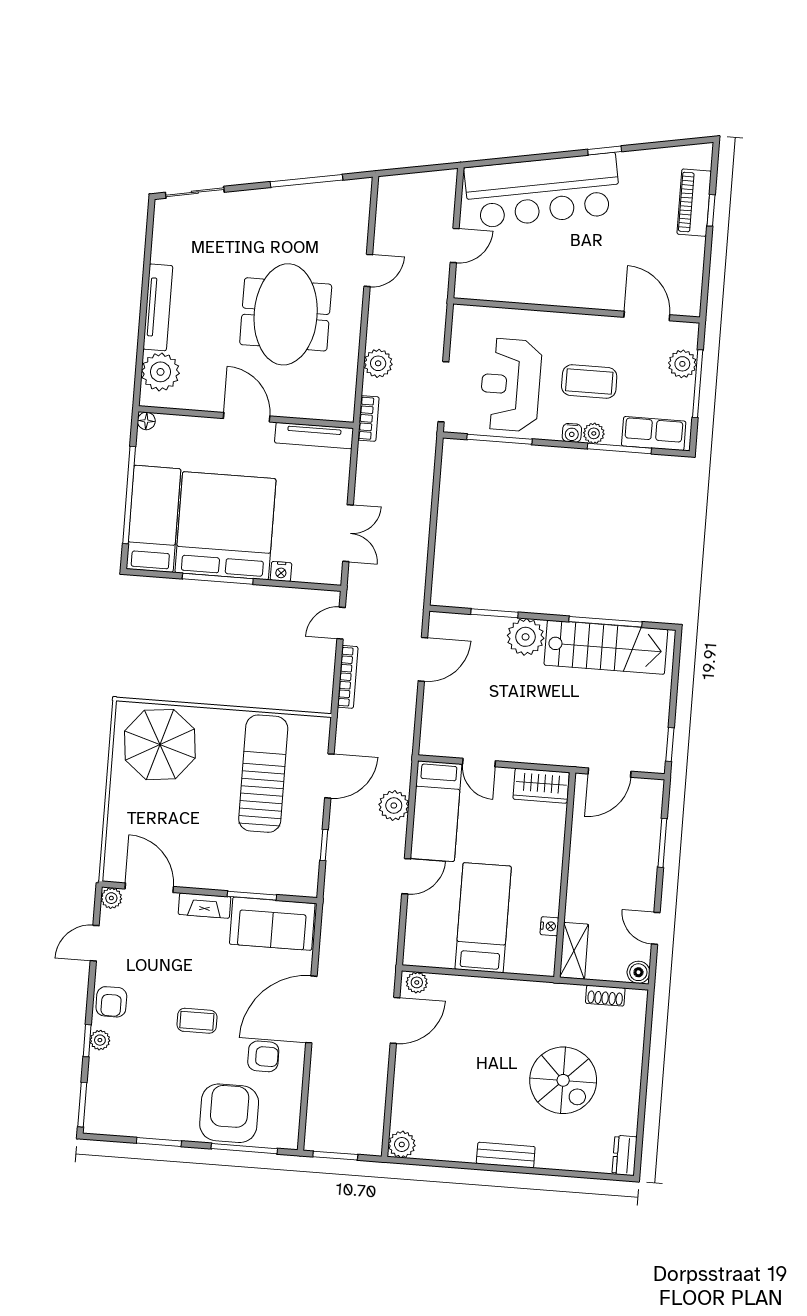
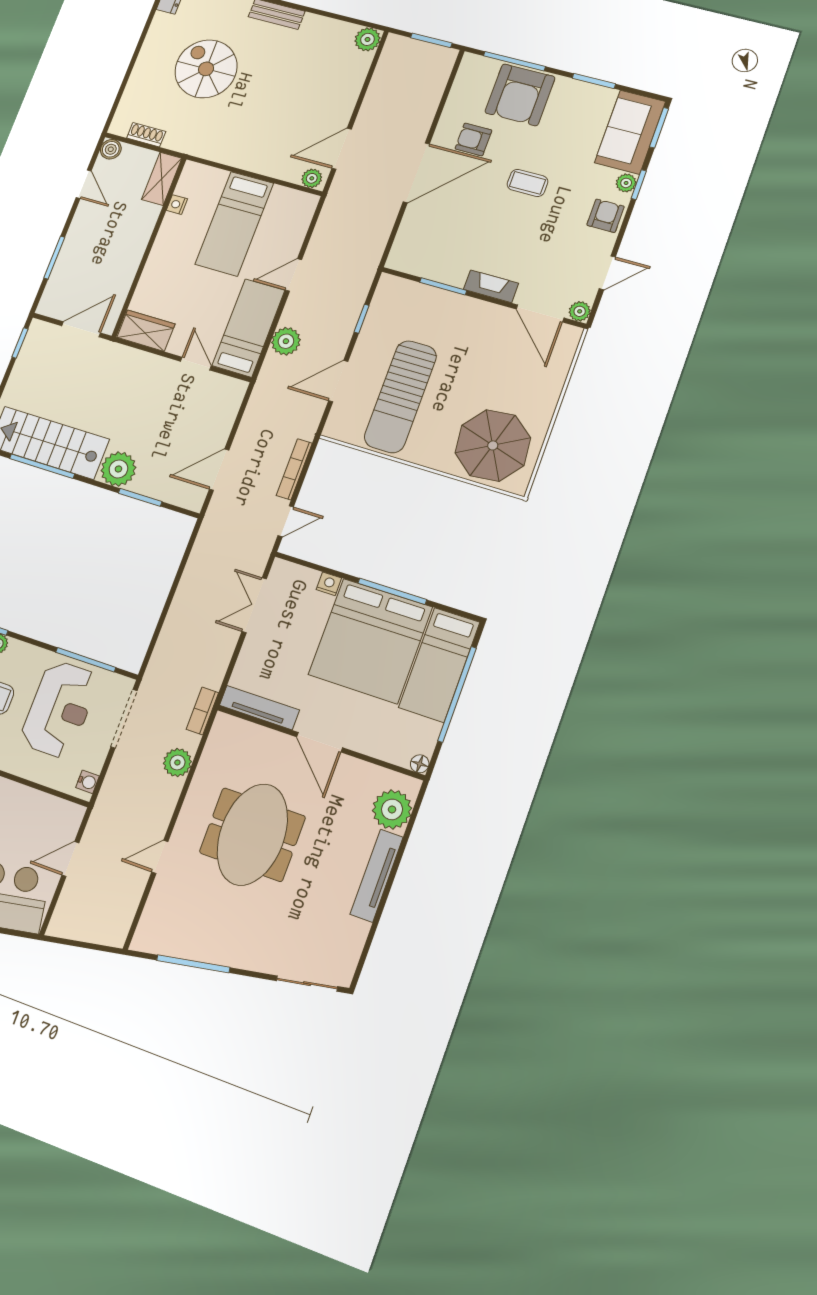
water cooler: (572, 433) -> (88, 782), moved, turned 90
sofa: (272, 924) -> (630, 132), moved, turned -90

